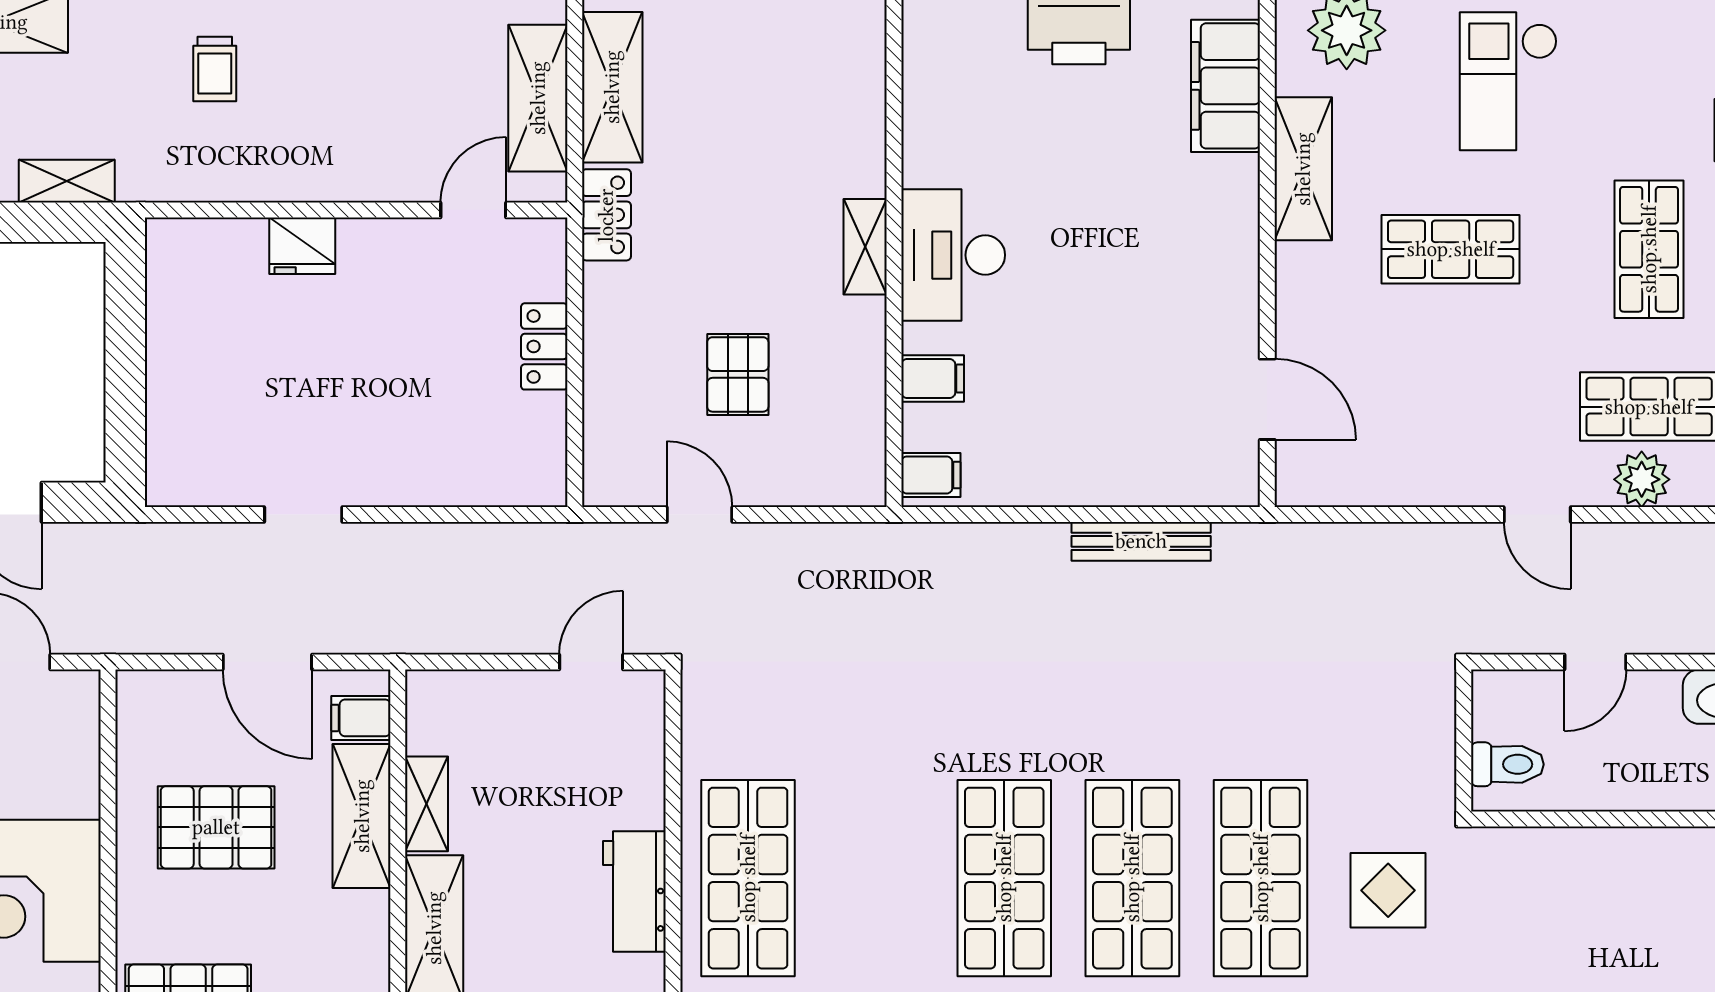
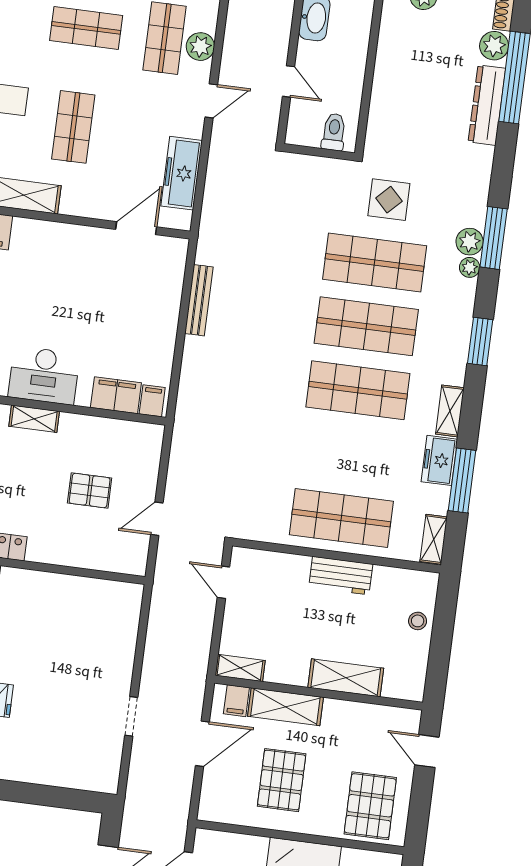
locker: (544, 346) -> (63, 585), removed
filing cabinet: (933, 379) -> (116, 395), width x2.00
freezer: (1387, 475) -> (182, 173), added
shelving: (427, 804) -> (240, 668), moved

